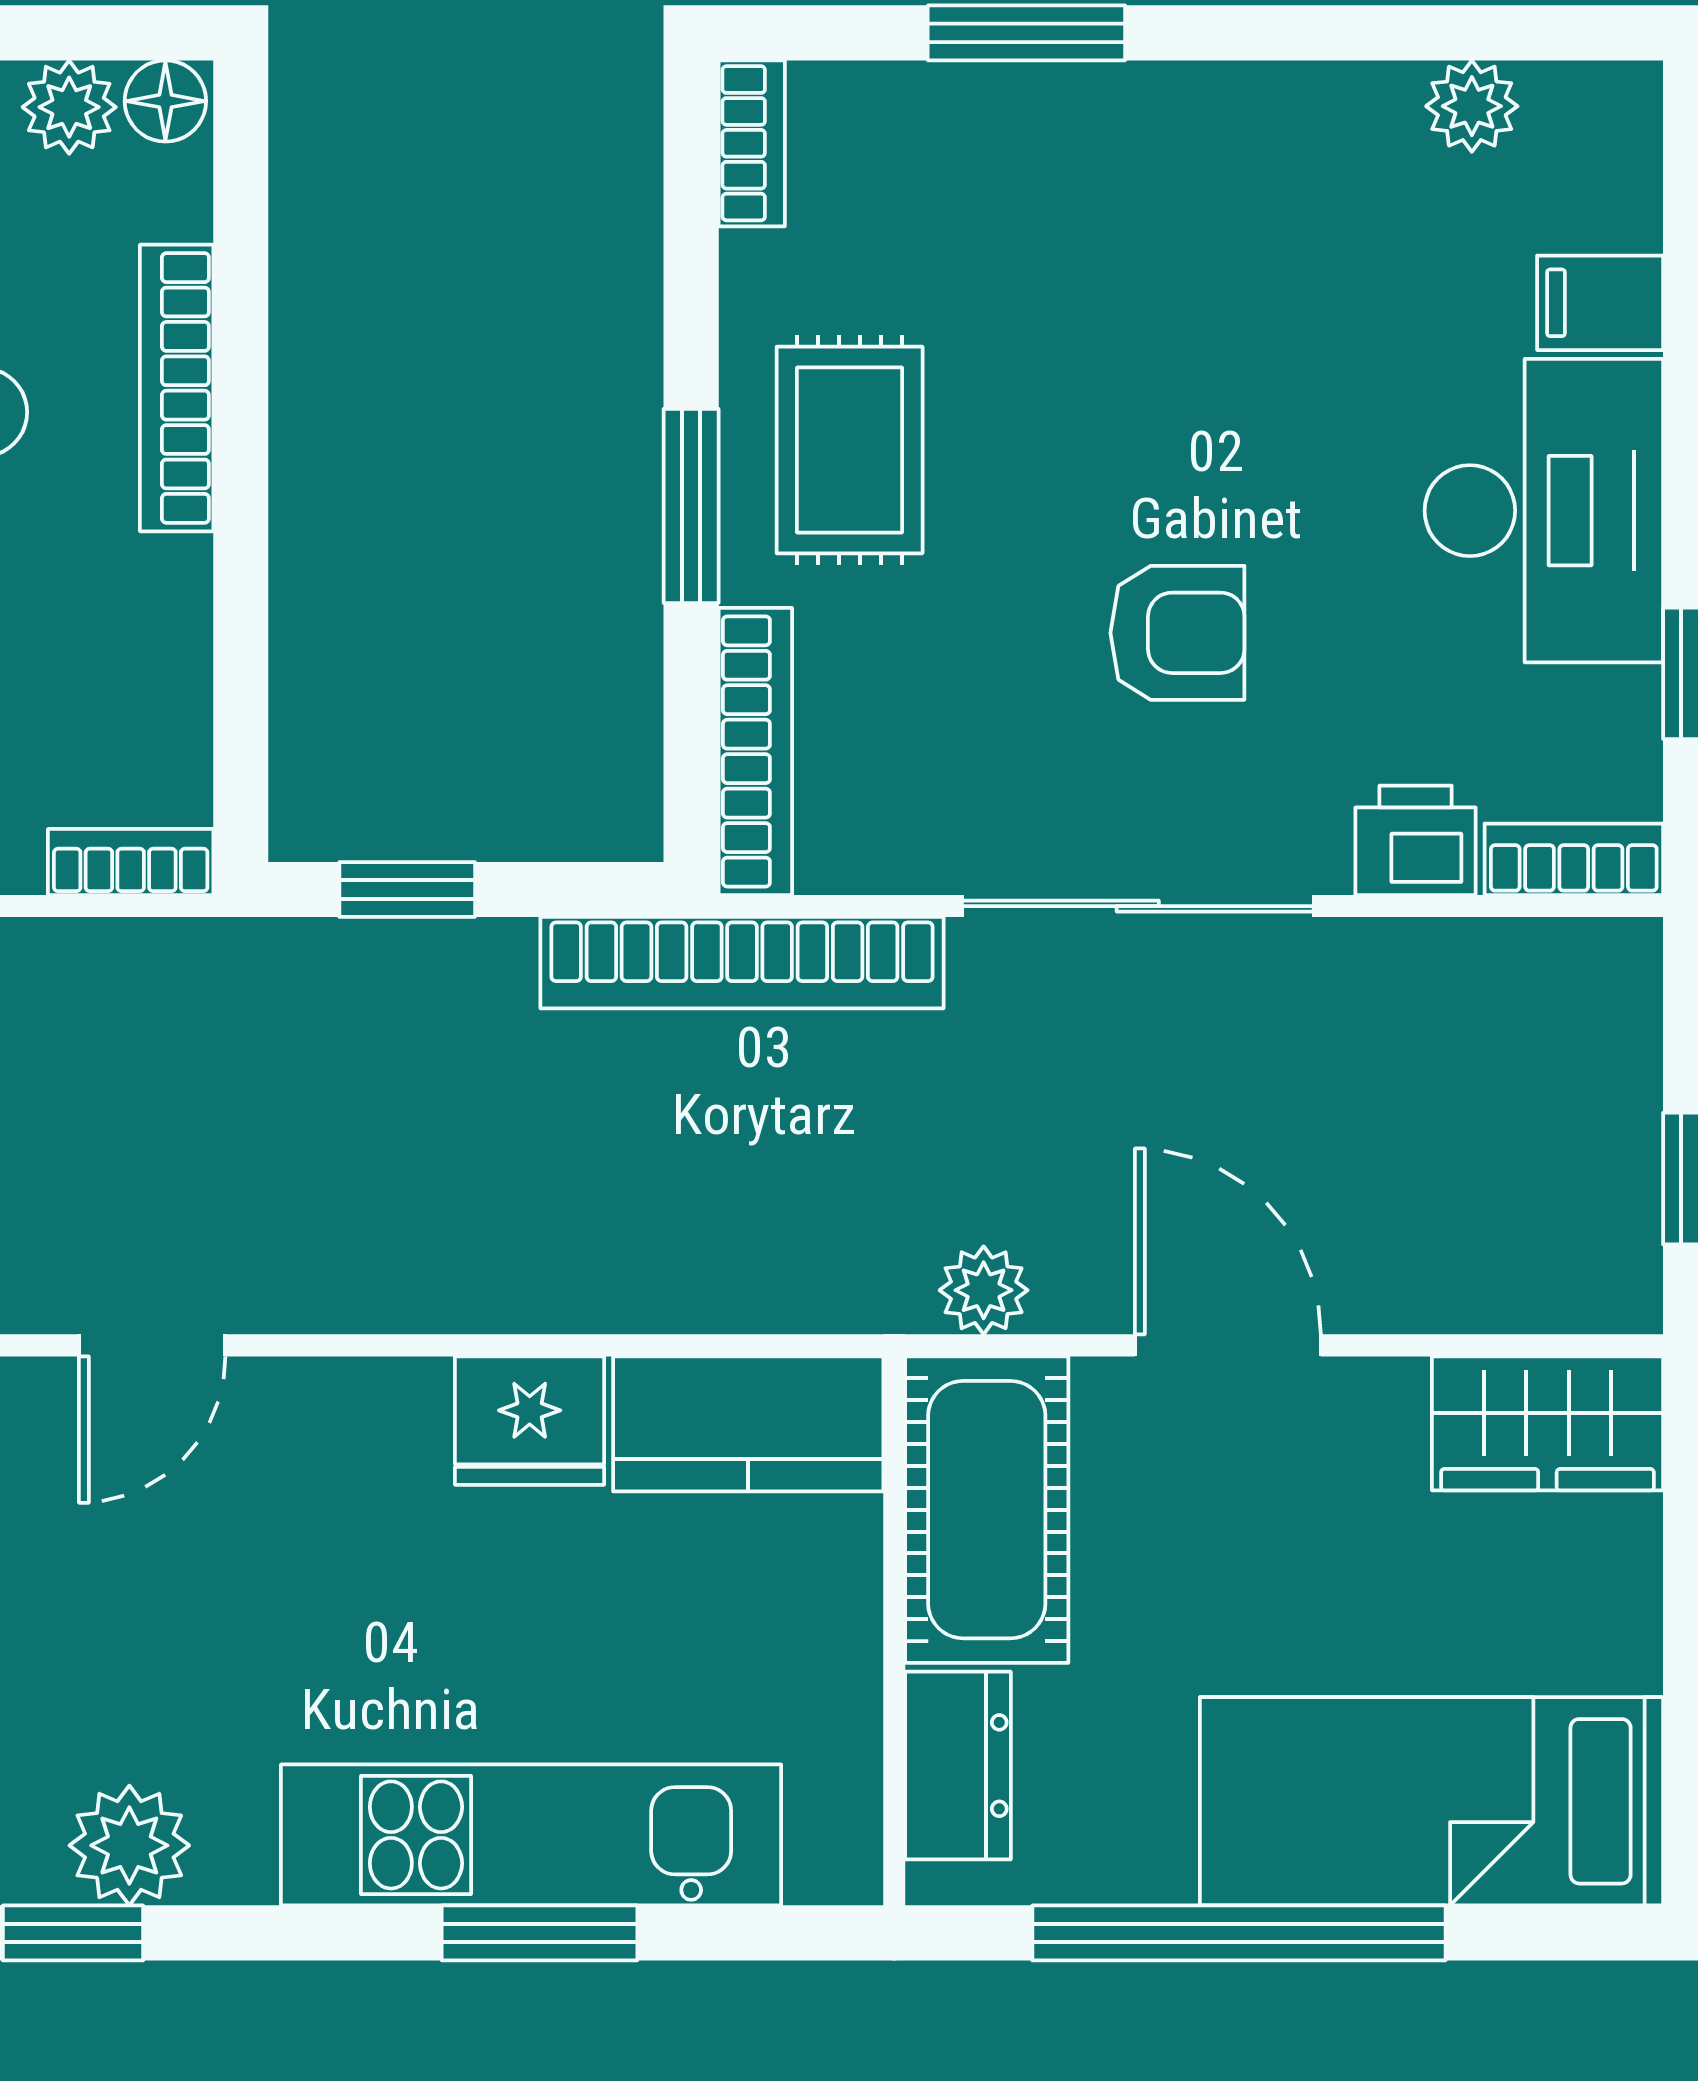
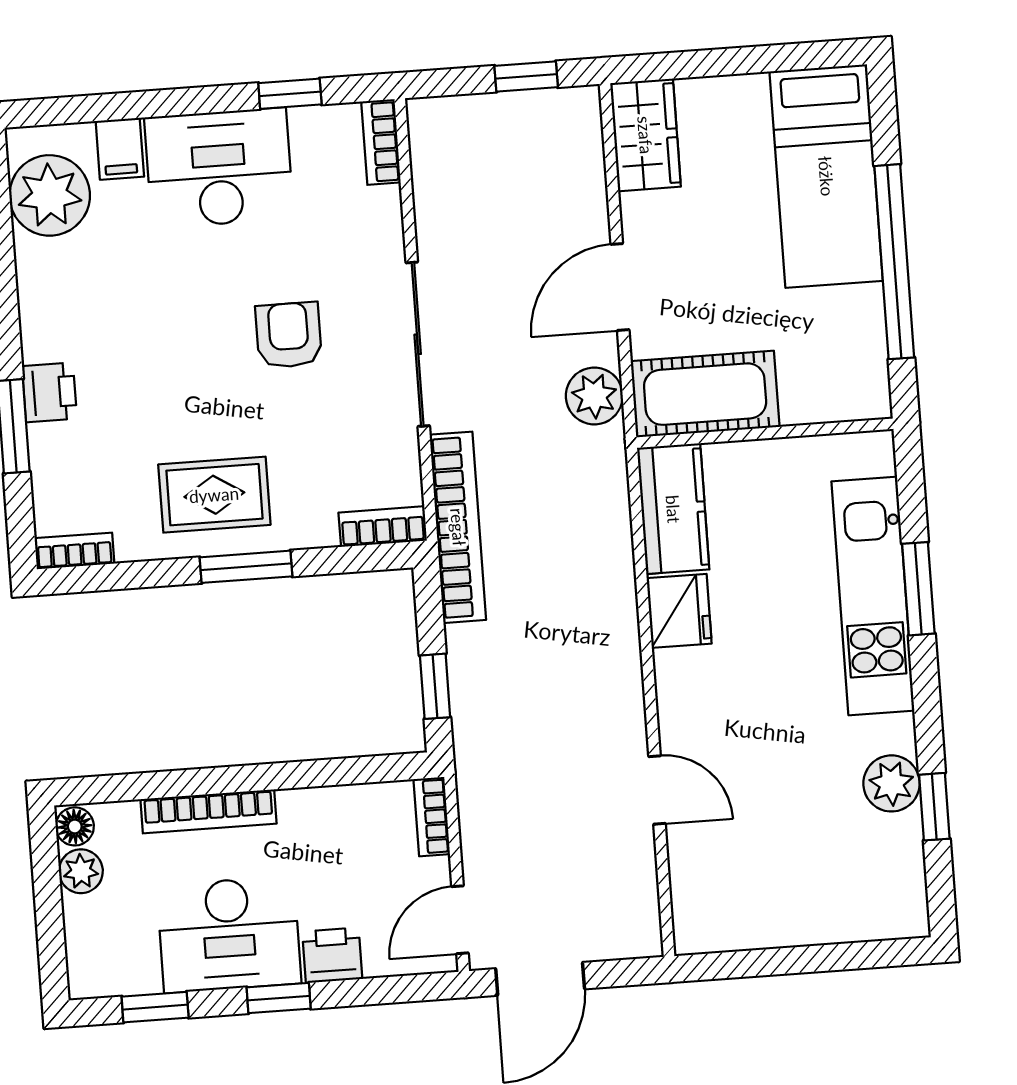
plant: (1472, 106) -> (50, 195), width x1.88, depth x1.88
bookcase: (755, 751) -> (383, 527), width x0.64
printer: (1416, 840) -> (49, 392), moved, turned 180
plant: (984, 1290) -> (594, 396), width x1.38, depth x1.38
dresser: (958, 1766) -> (826, 399), removed

